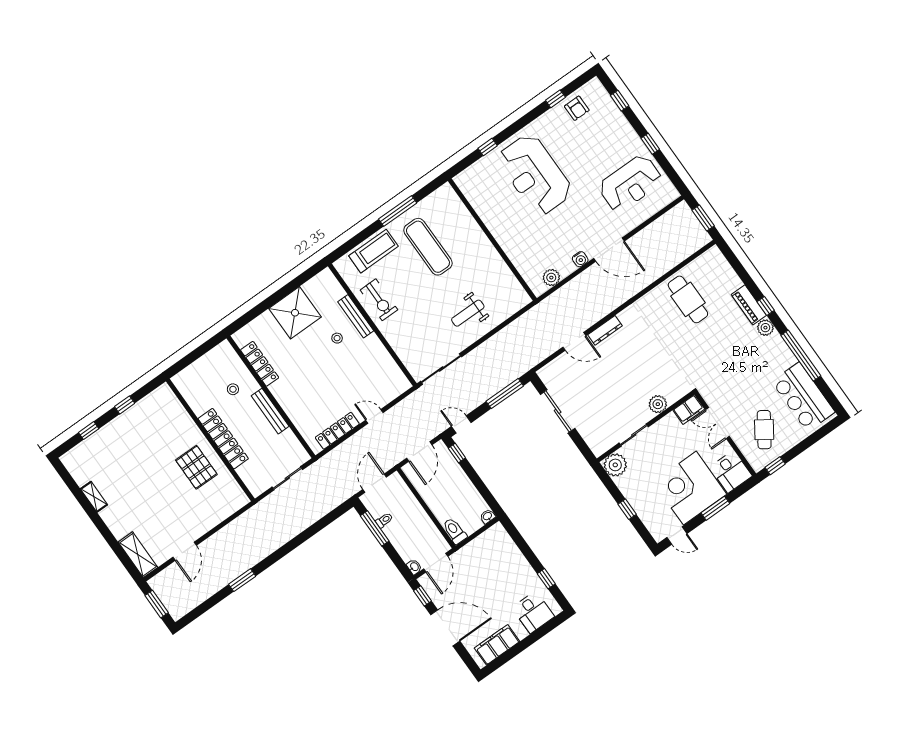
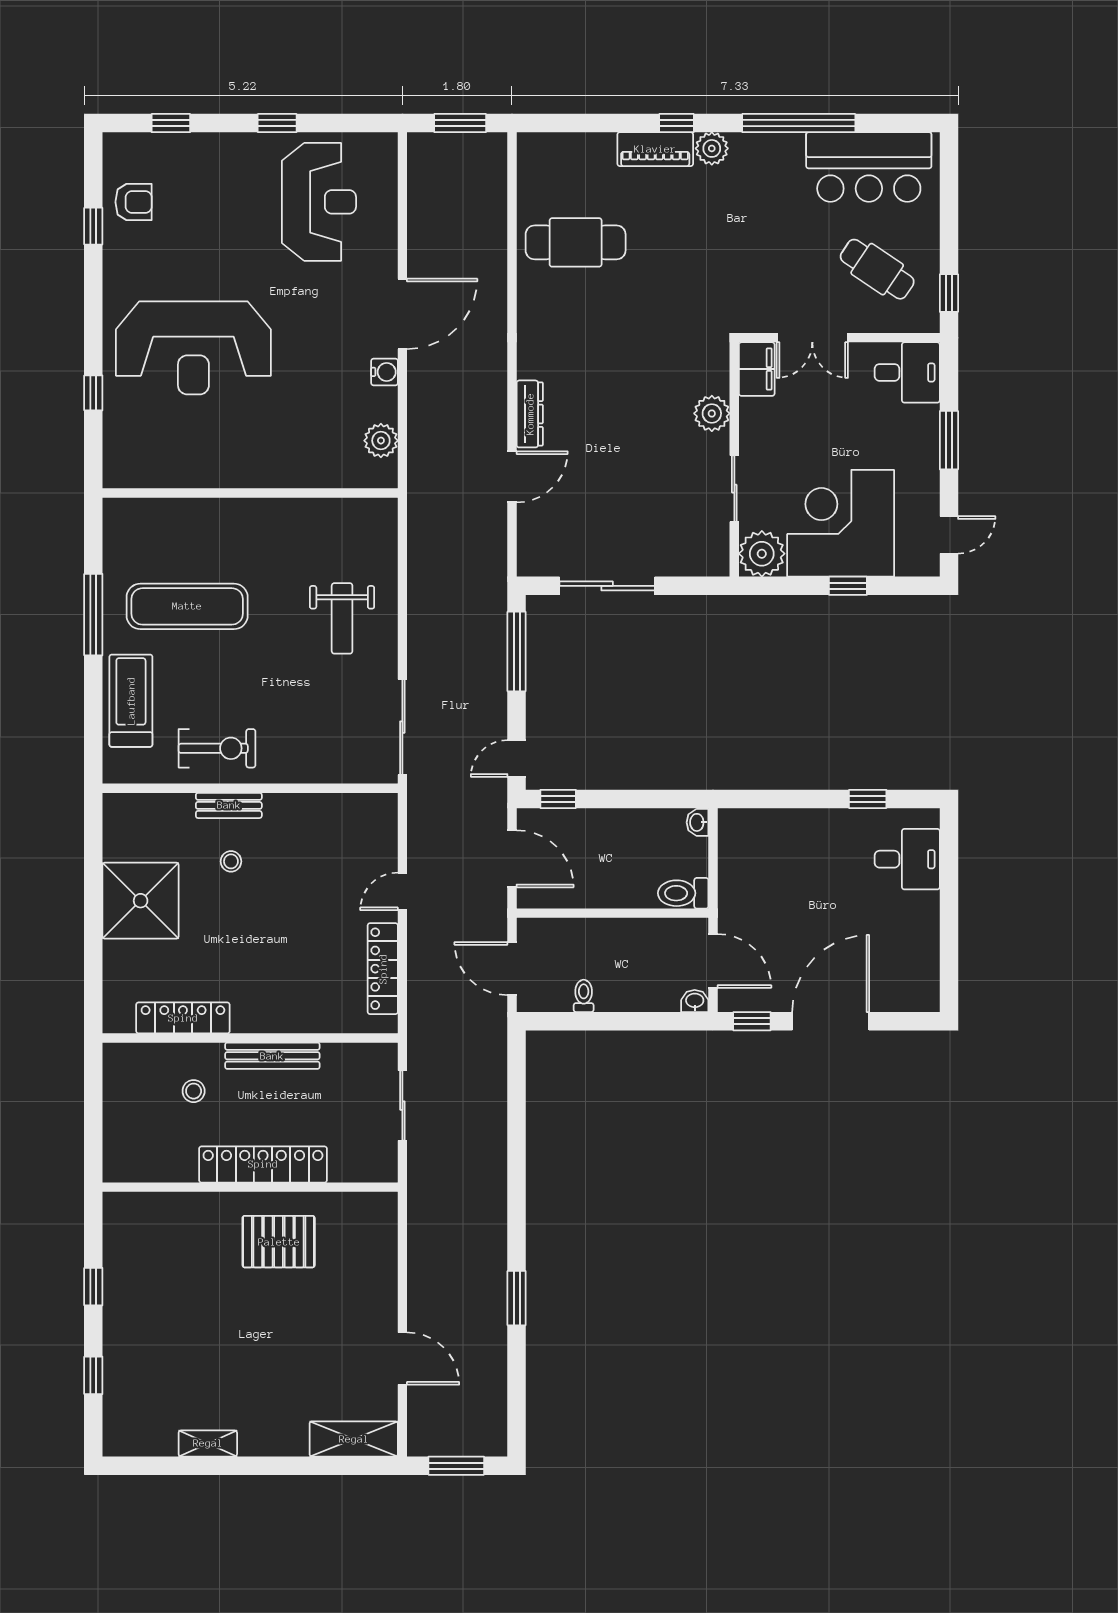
bench: (356, 316) -> (229, 805), width x0.73
corner desk: (690, 488) -> (841, 523), moved, turned 90
window: (375, 528) -> (586, 1021), removed
filing cabinet: (497, 645) -> (918, 956), removed

